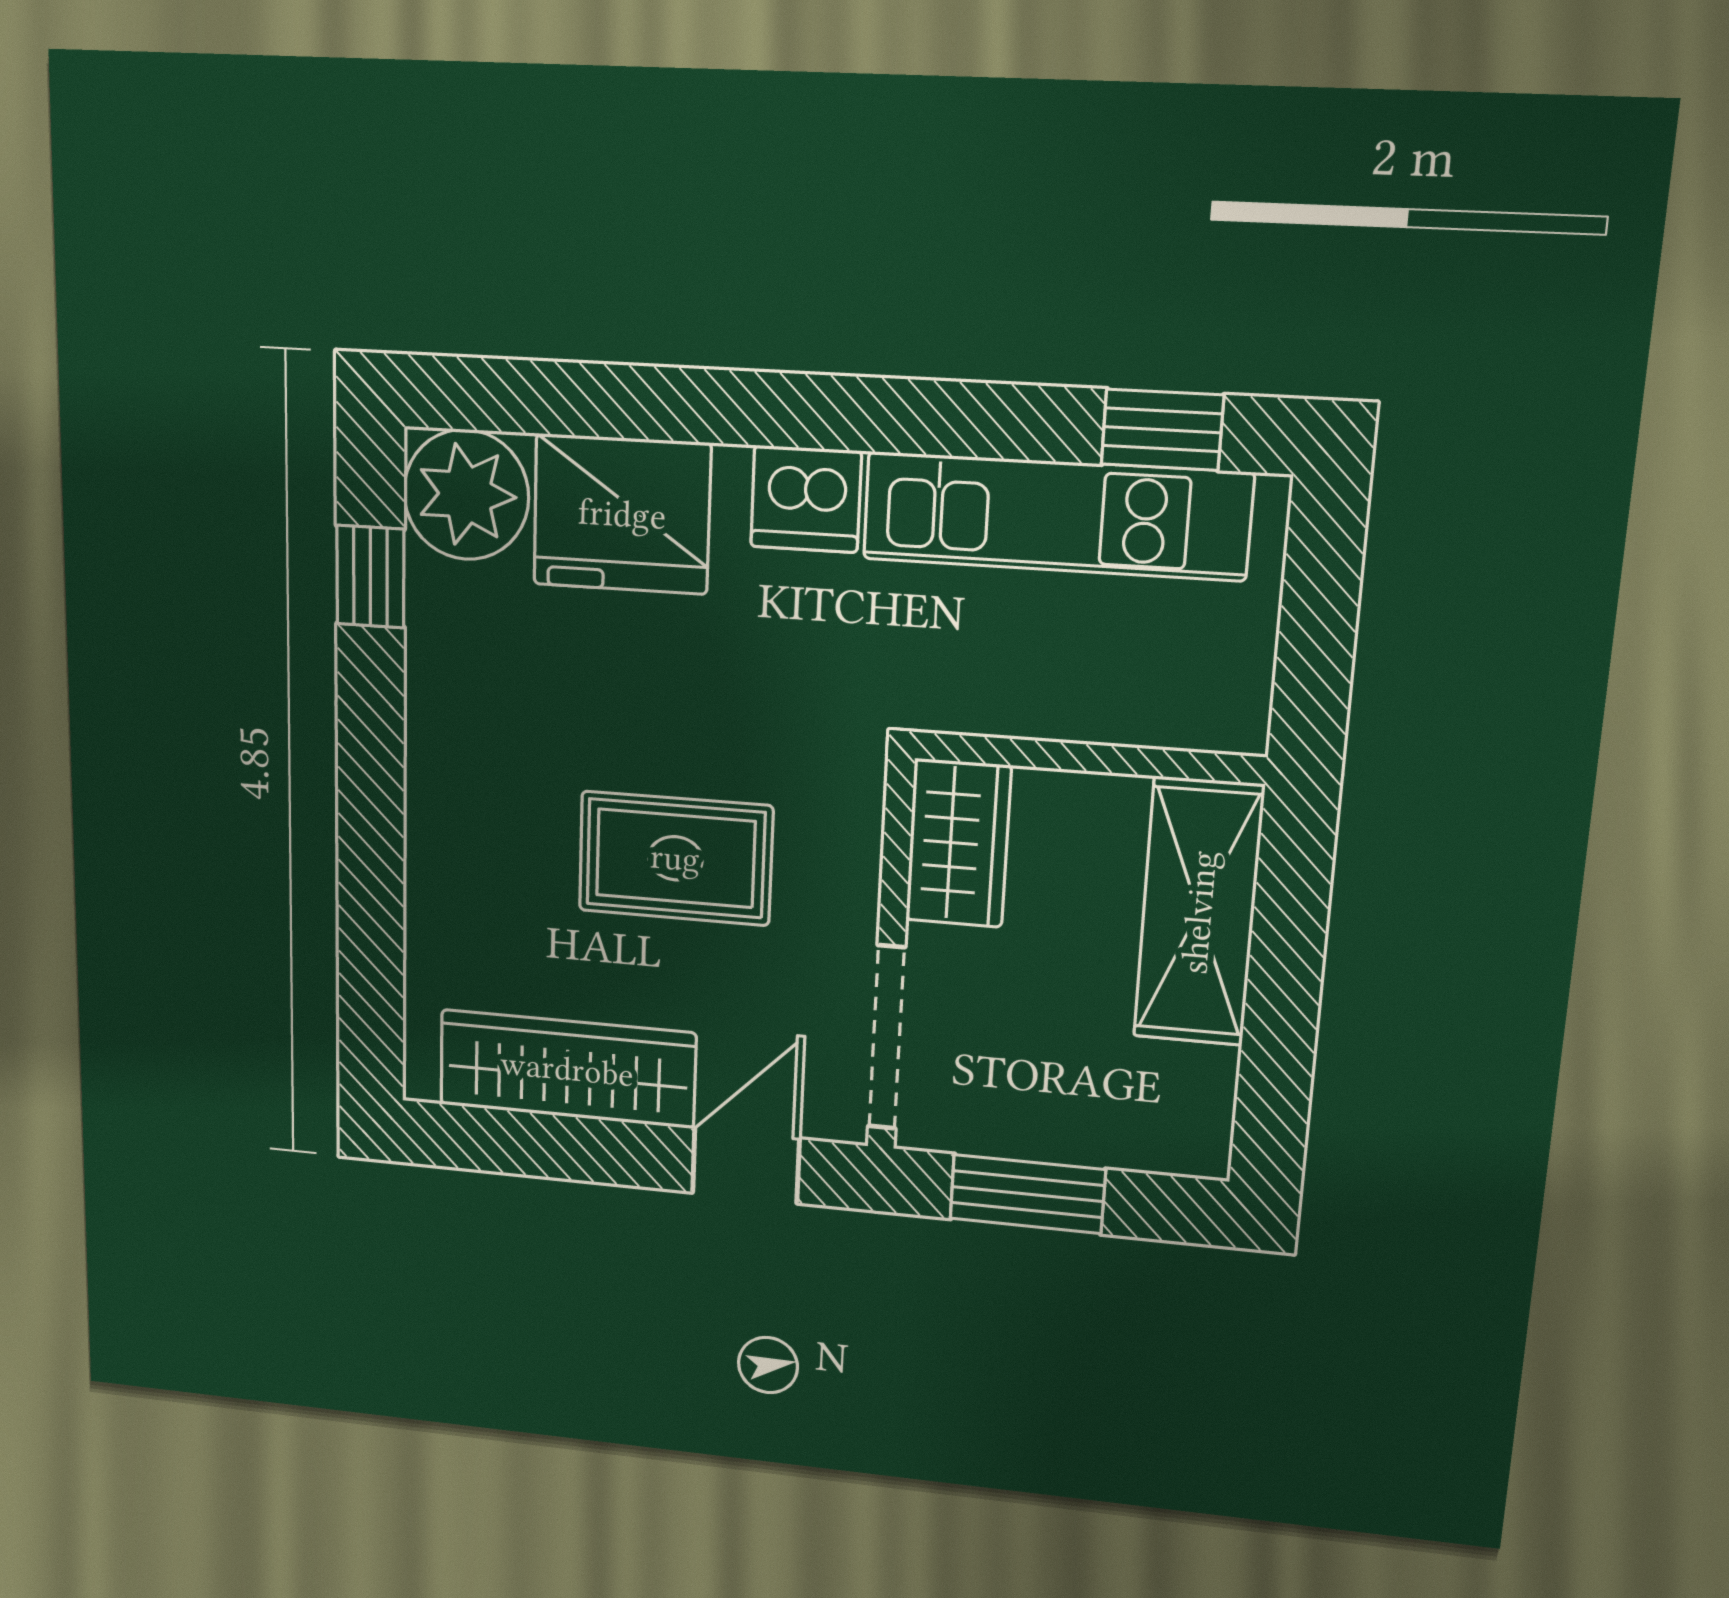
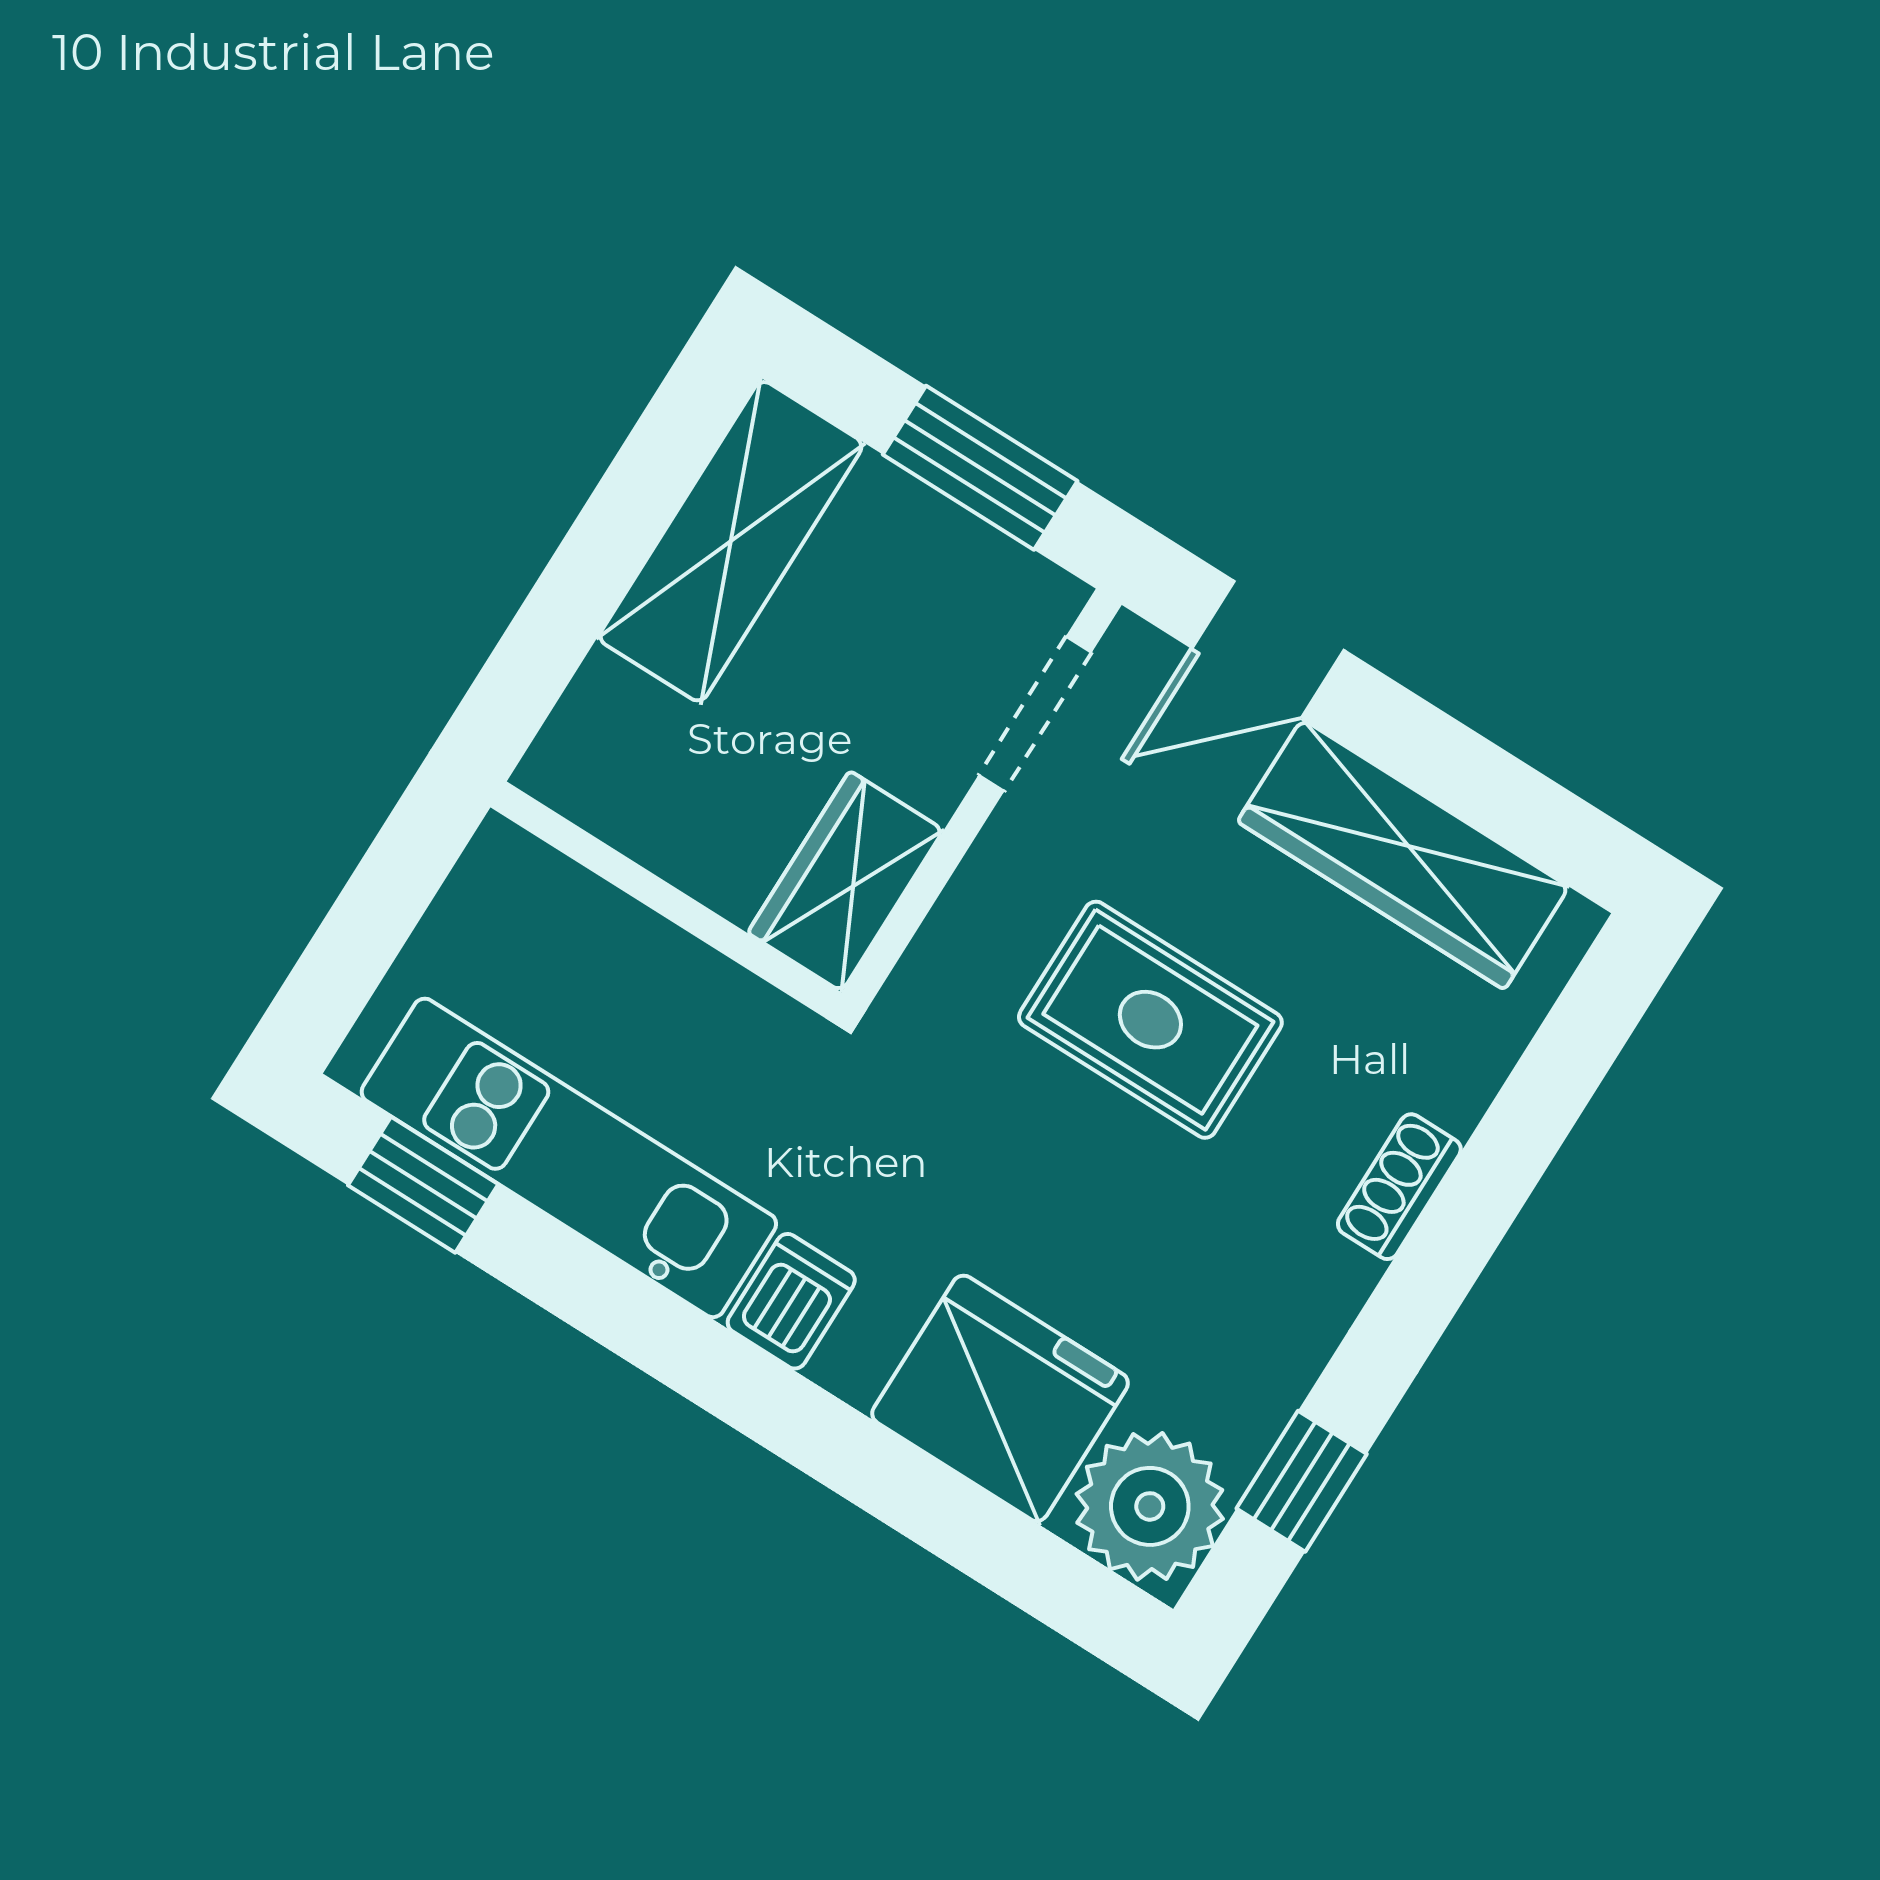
dishwasher: (806, 499) -> (791, 1301), width x0.73
shoe rack: (430, 831) -> (1399, 1187), added
shelving: (1199, 912) -> (731, 541), moved
doorway: (887, 1037) -> (1035, 714), width x0.73

